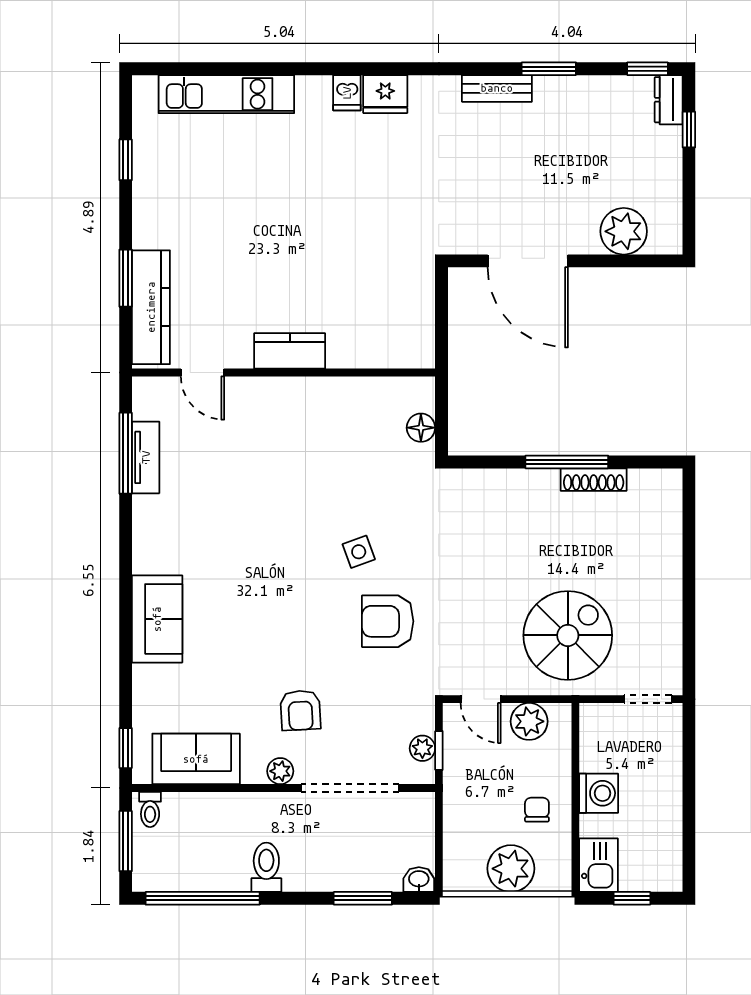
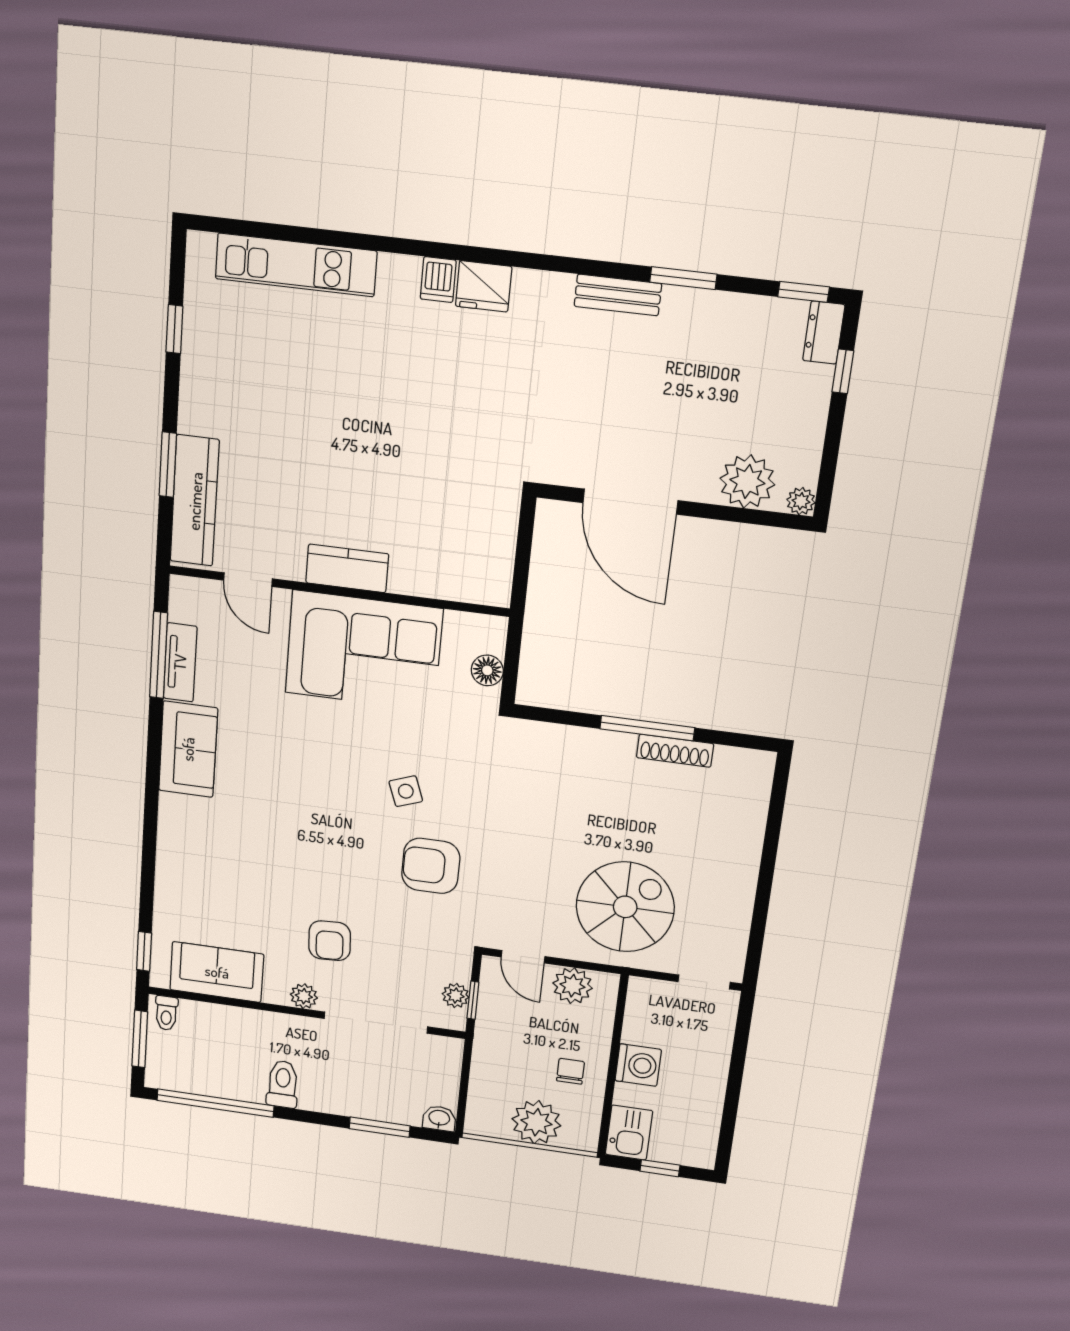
plant: (671, 243) -> (801, 501), added
corner sofa: (310, 424) -> (364, 651), added
sofa: (157, 619) -> (188, 749), moved

